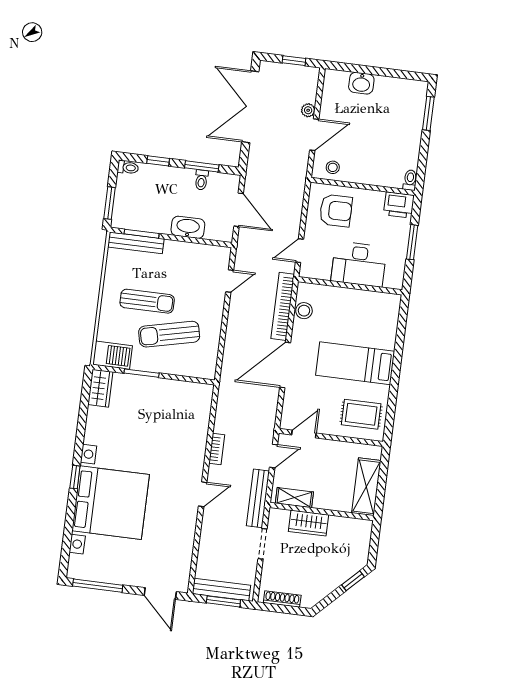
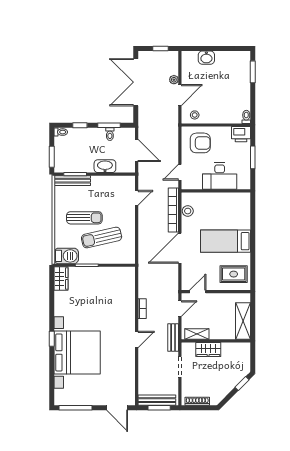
bench: (258, 498) -> (173, 338), width x0.73

